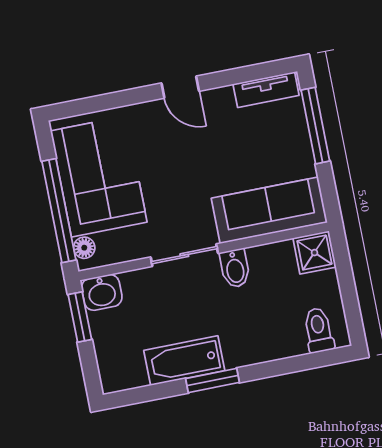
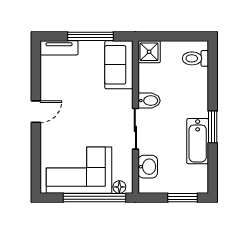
tv unit: (266, 90) -> (59, 48), moved, turned 90
window: (315, 126) -> (91, 36), moved
sofa: (269, 210) -> (119, 65), width x0.73
washbasin: (102, 292) -> (148, 167), moved
window: (80, 317) -> (183, 198), moved

